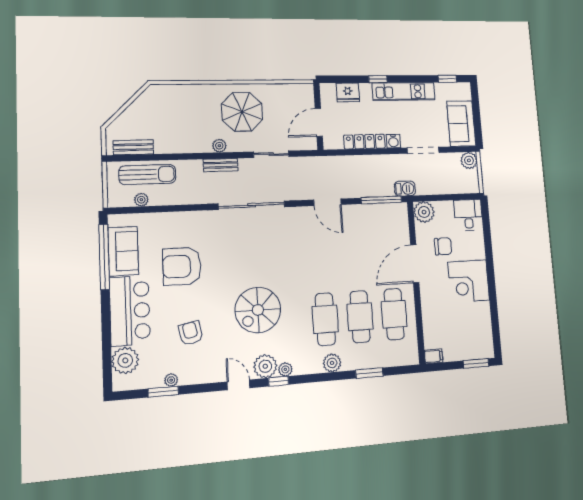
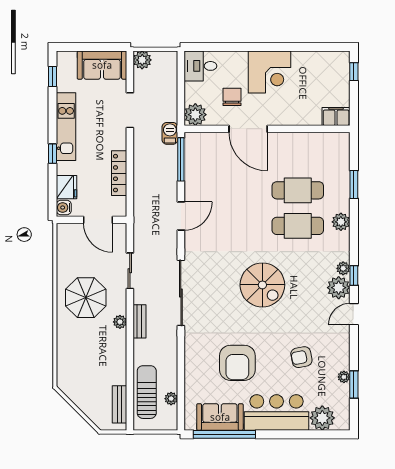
water cooler: (393, 141) -> (64, 208), moved, turned 180
spiral stairs: (258, 310) -> (262, 285), moved
cafe table: (394, 314) -> (298, 155), removed
filing cabinet: (434, 356) -> (336, 117), width x2.00
window: (476, 363) -> (354, 72), width x0.67

